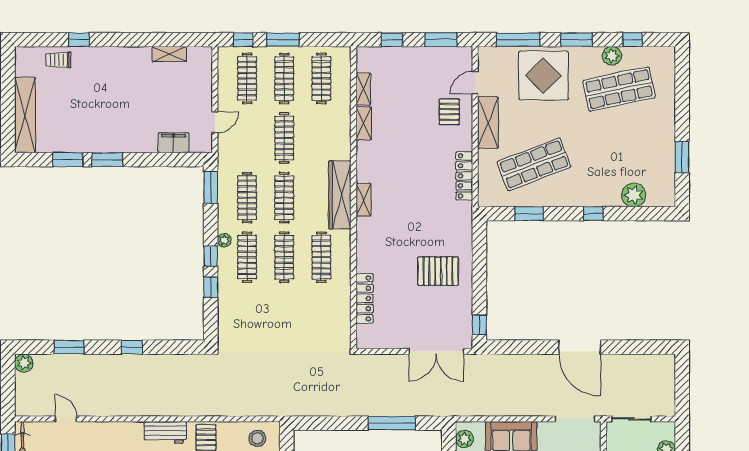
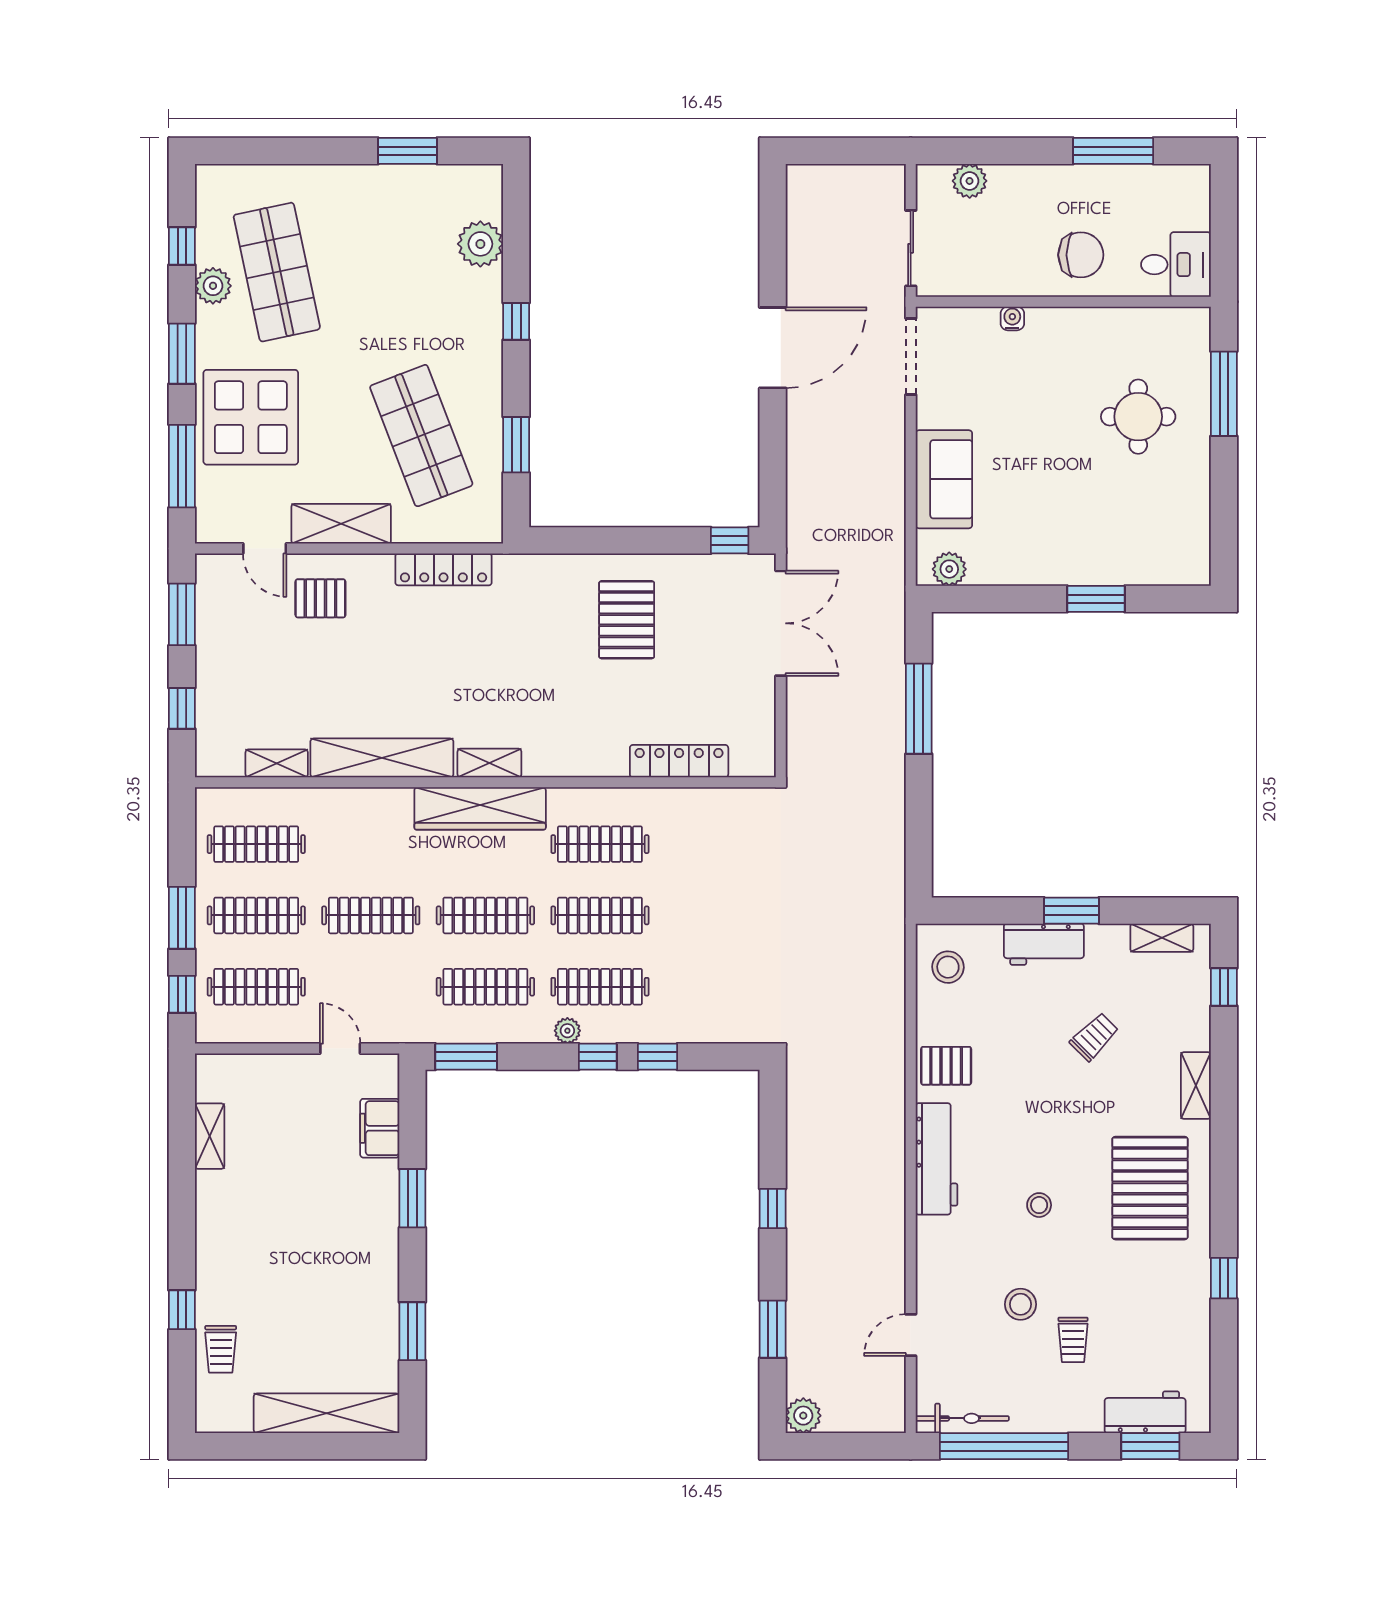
shelving: (364, 123) -> (382, 758), width x2.20, depth x1.33
window: (107, 160) -> (412, 1198), moved
workbench: (165, 432) -> (936, 1159), width x1.38

